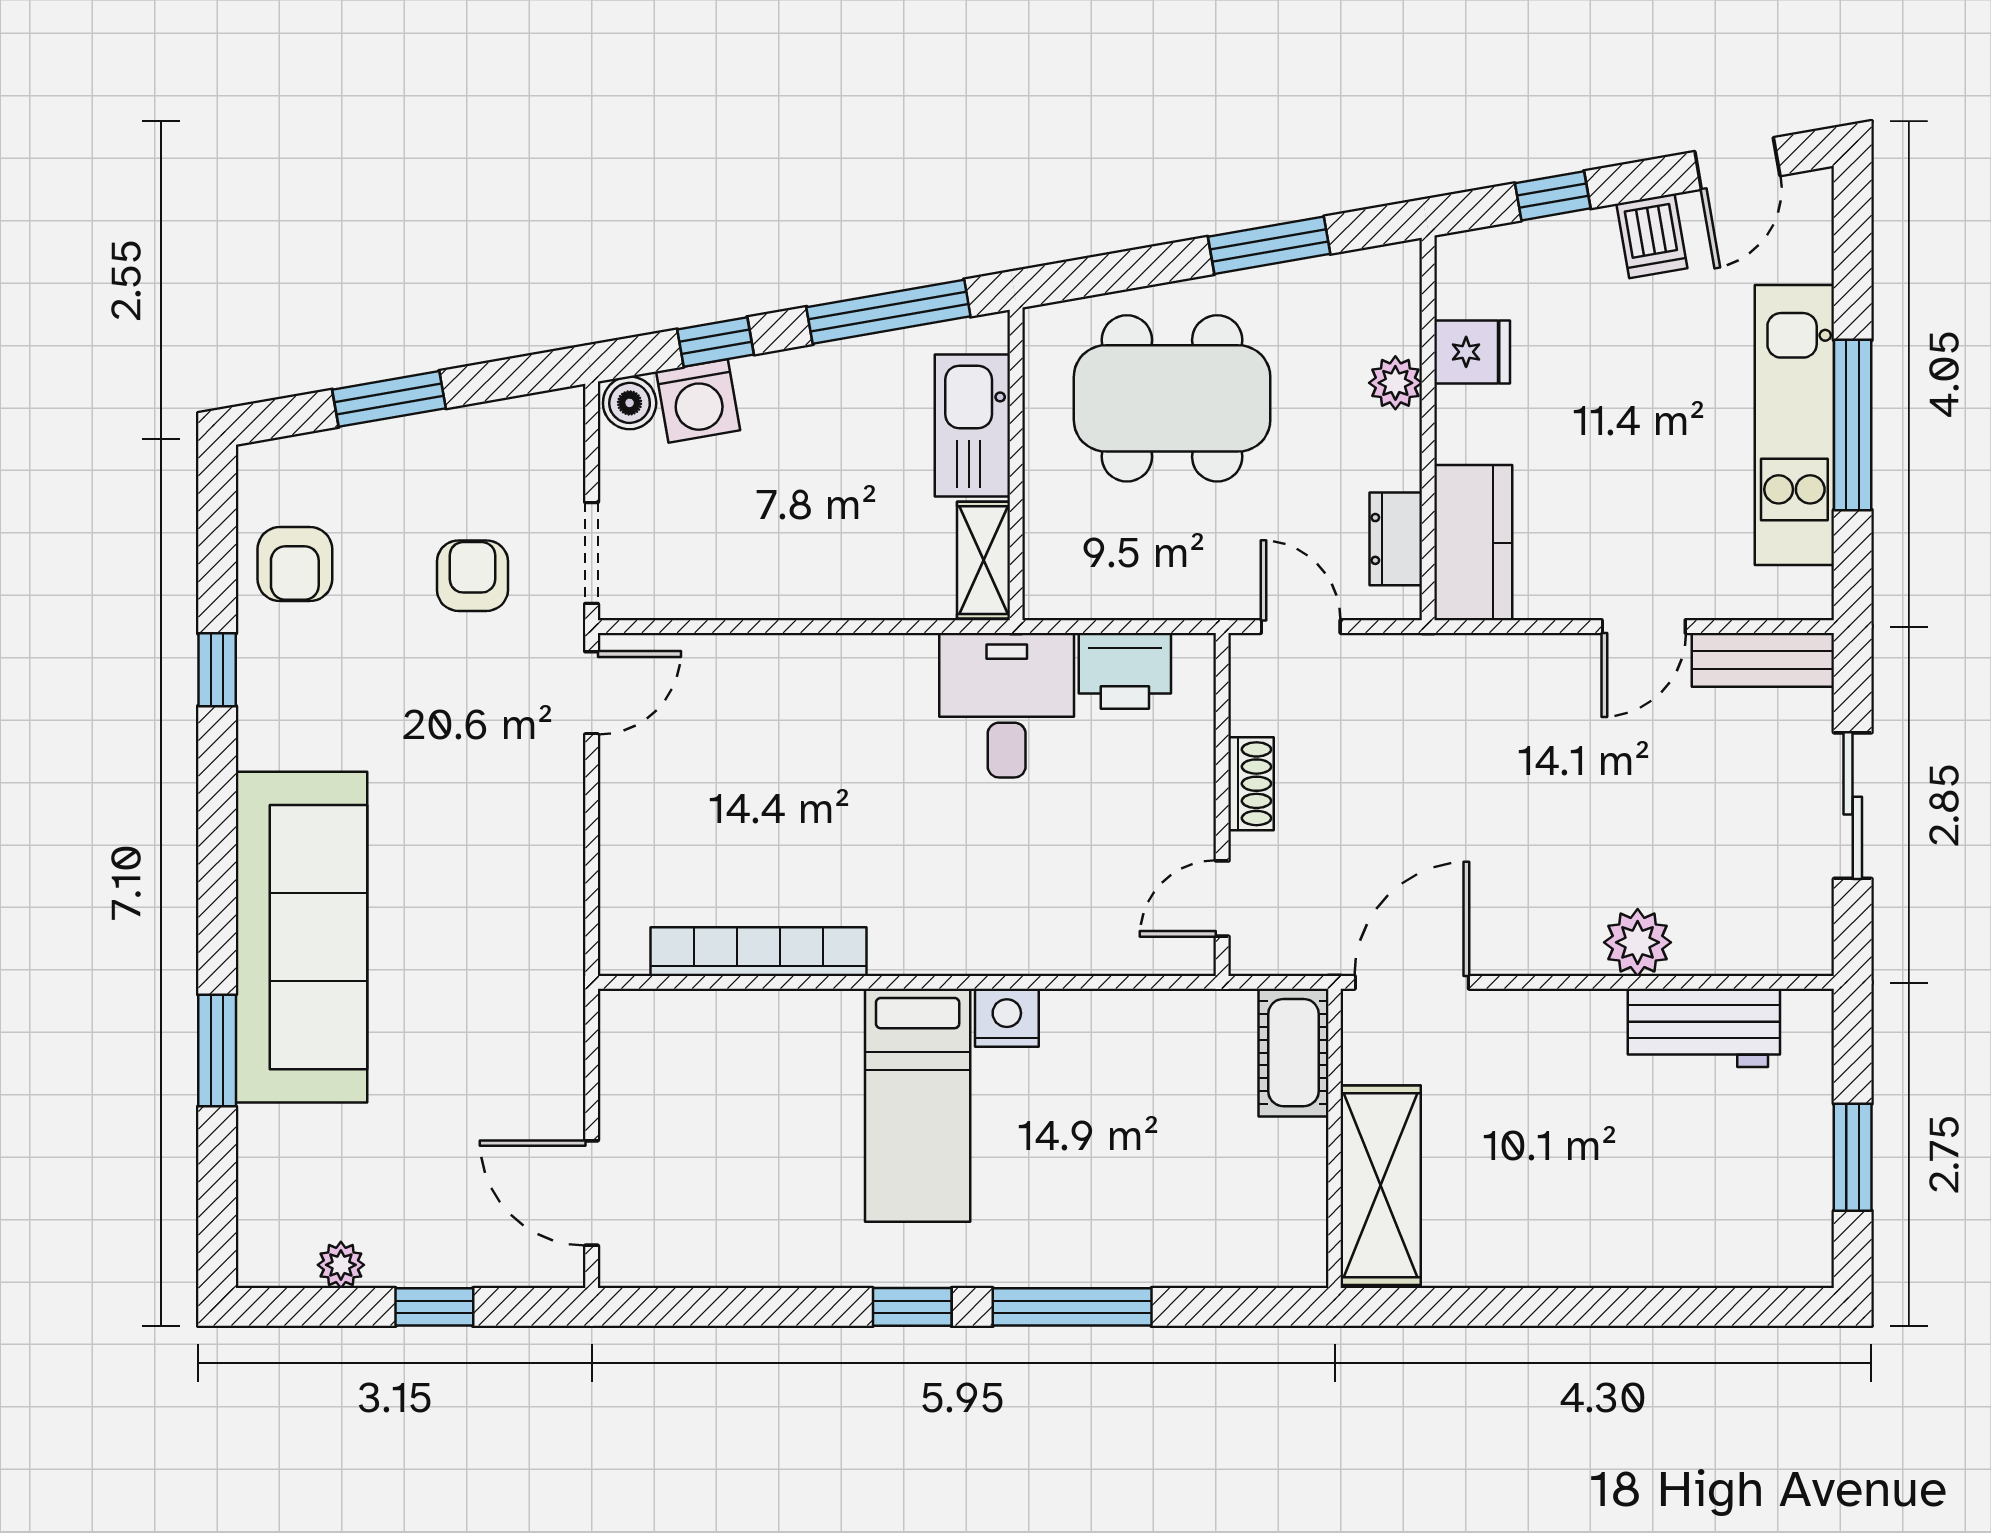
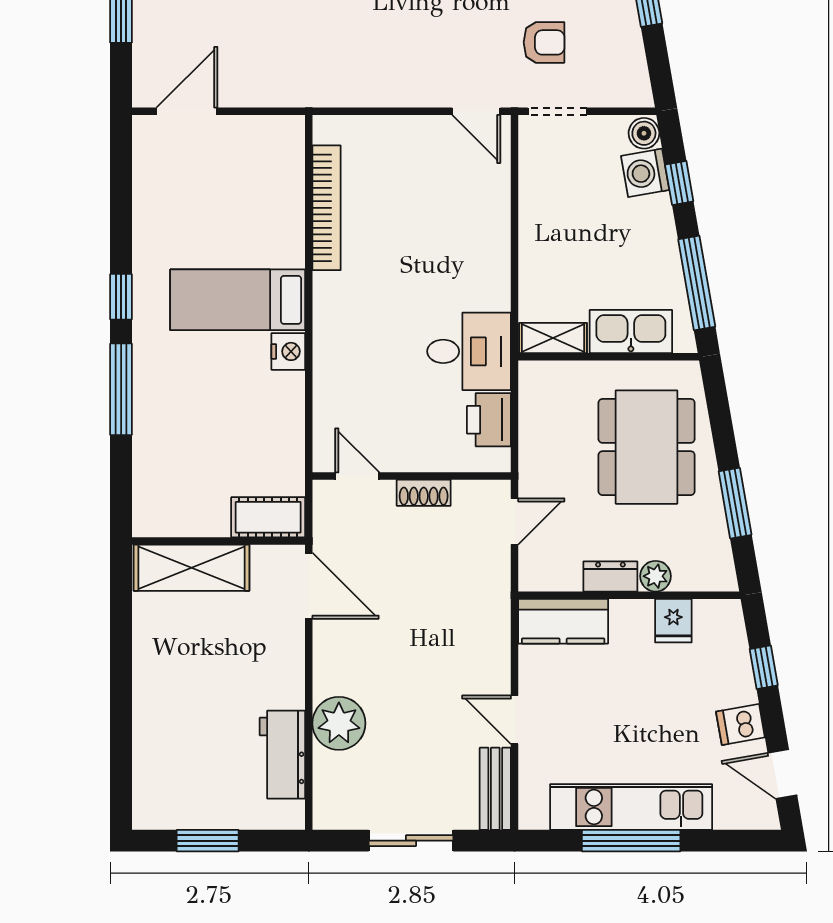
dresser: (1396, 539) -> (610, 576), moved
plant: (1638, 942) -> (339, 723), width x1.36, depth x1.36

